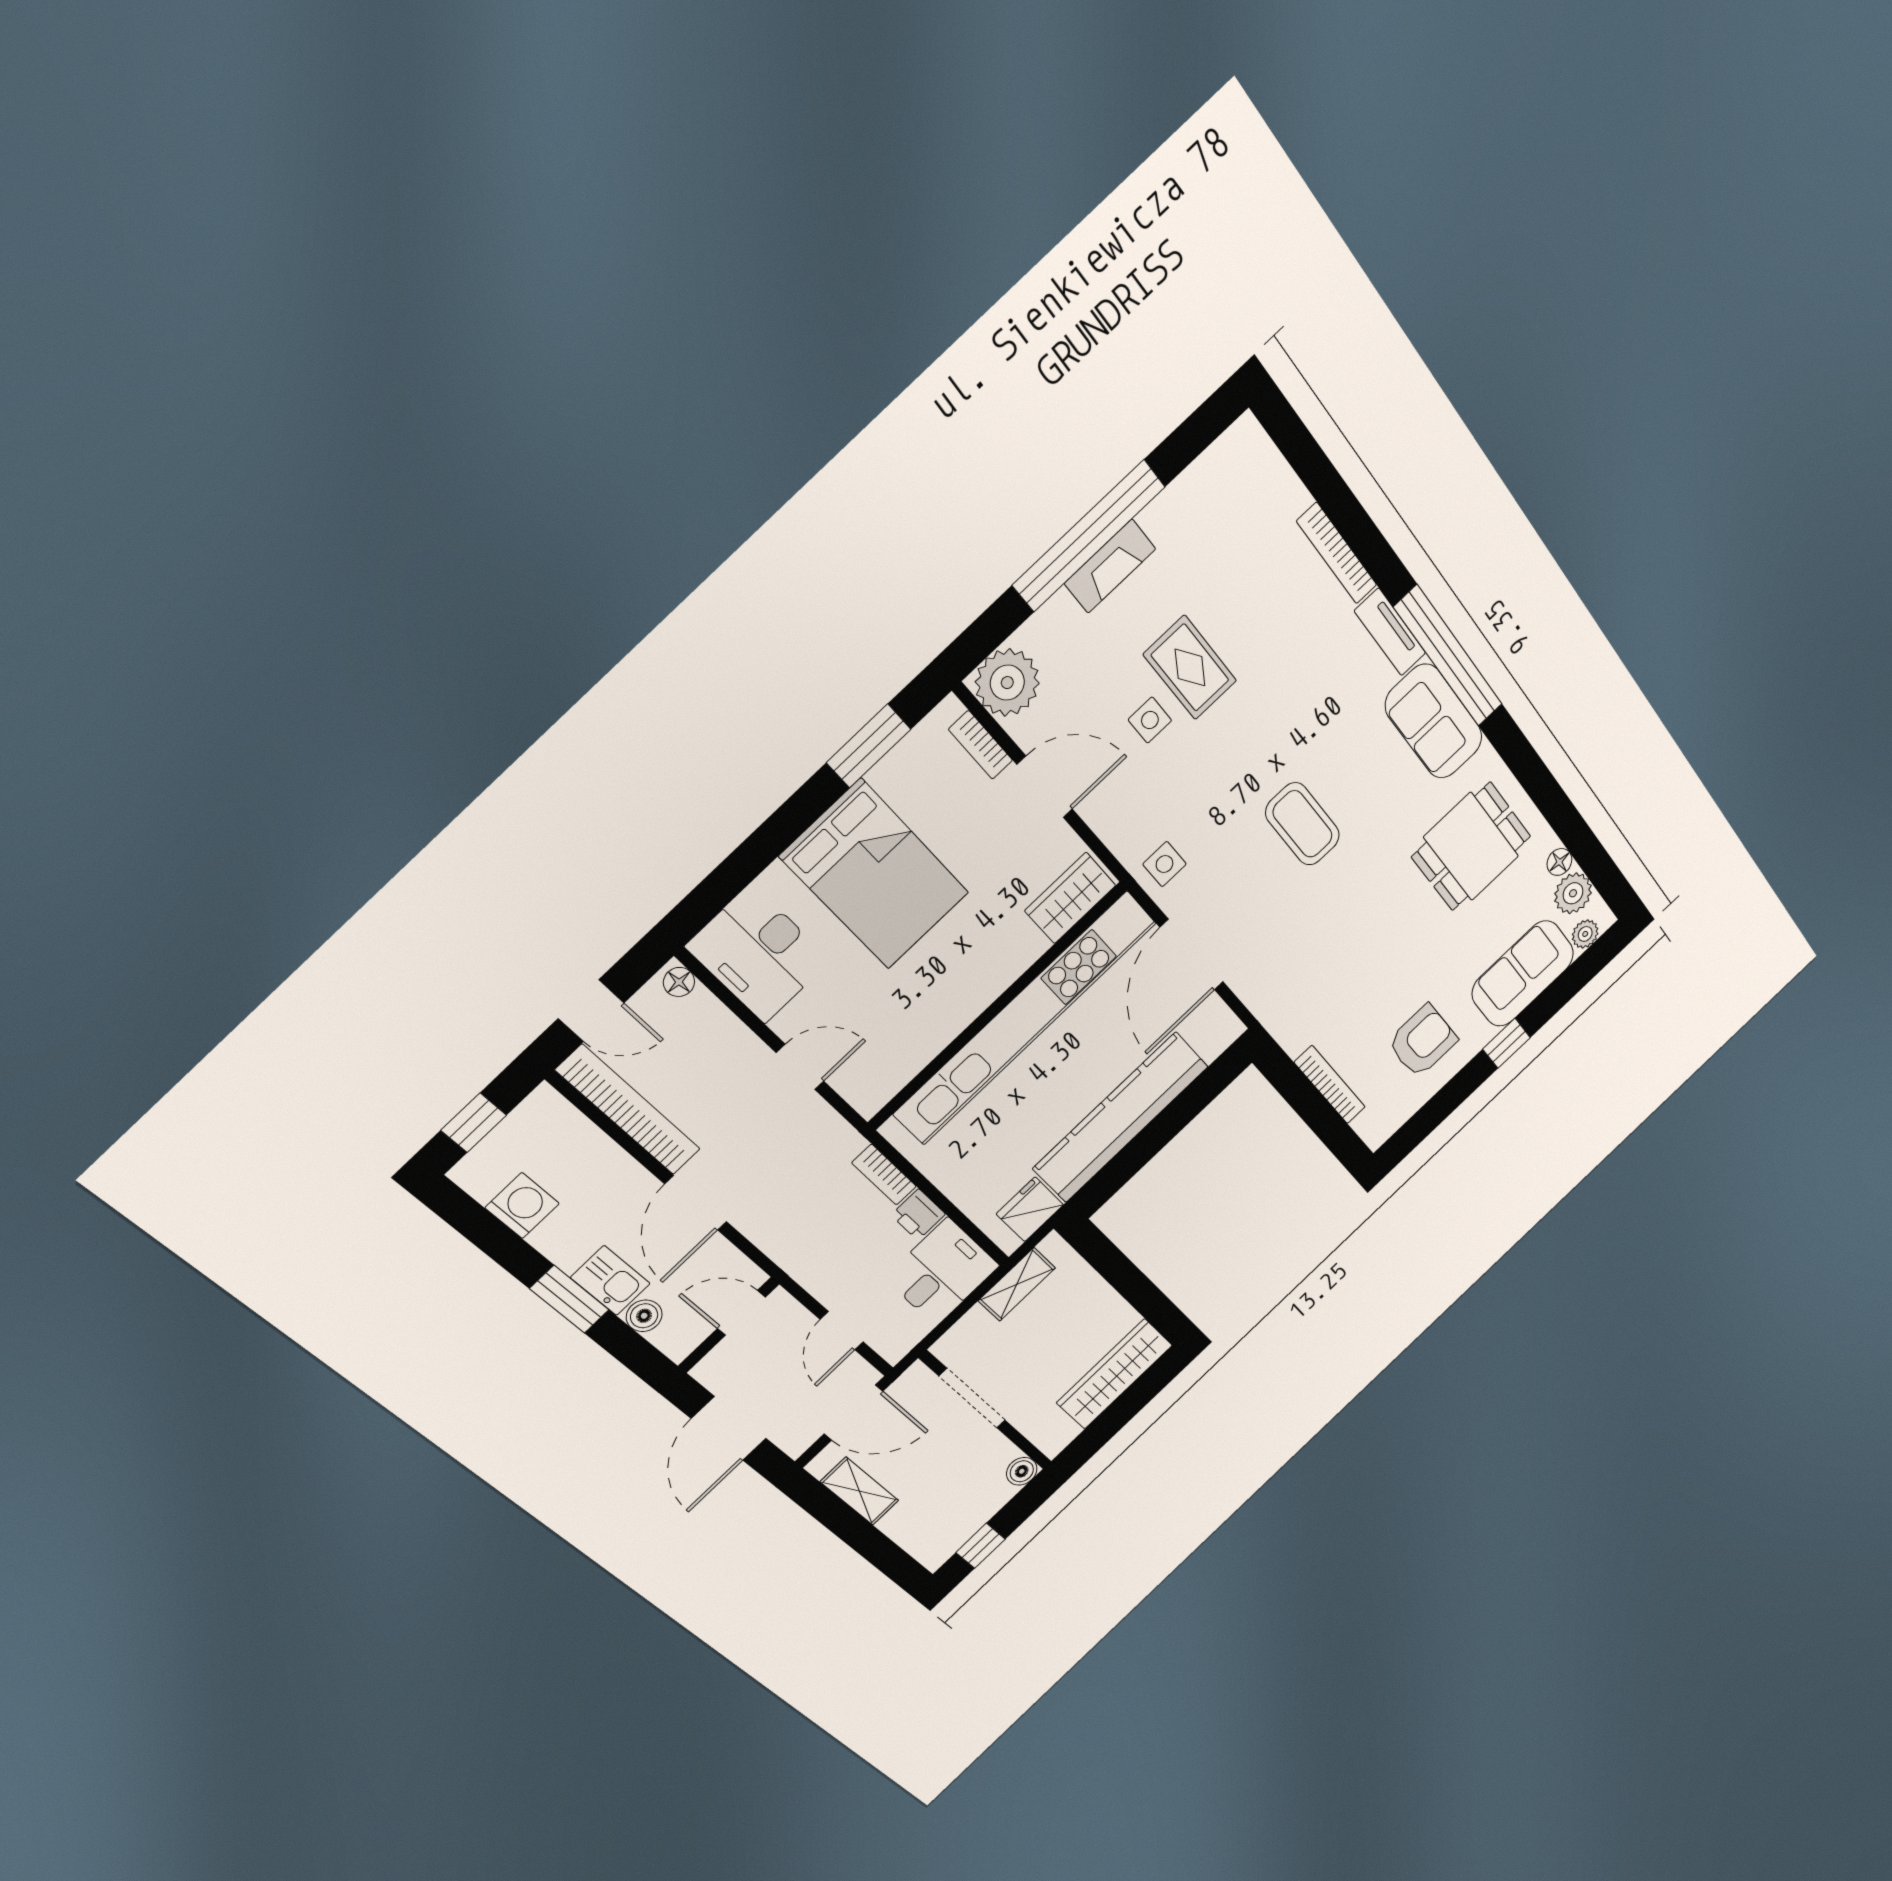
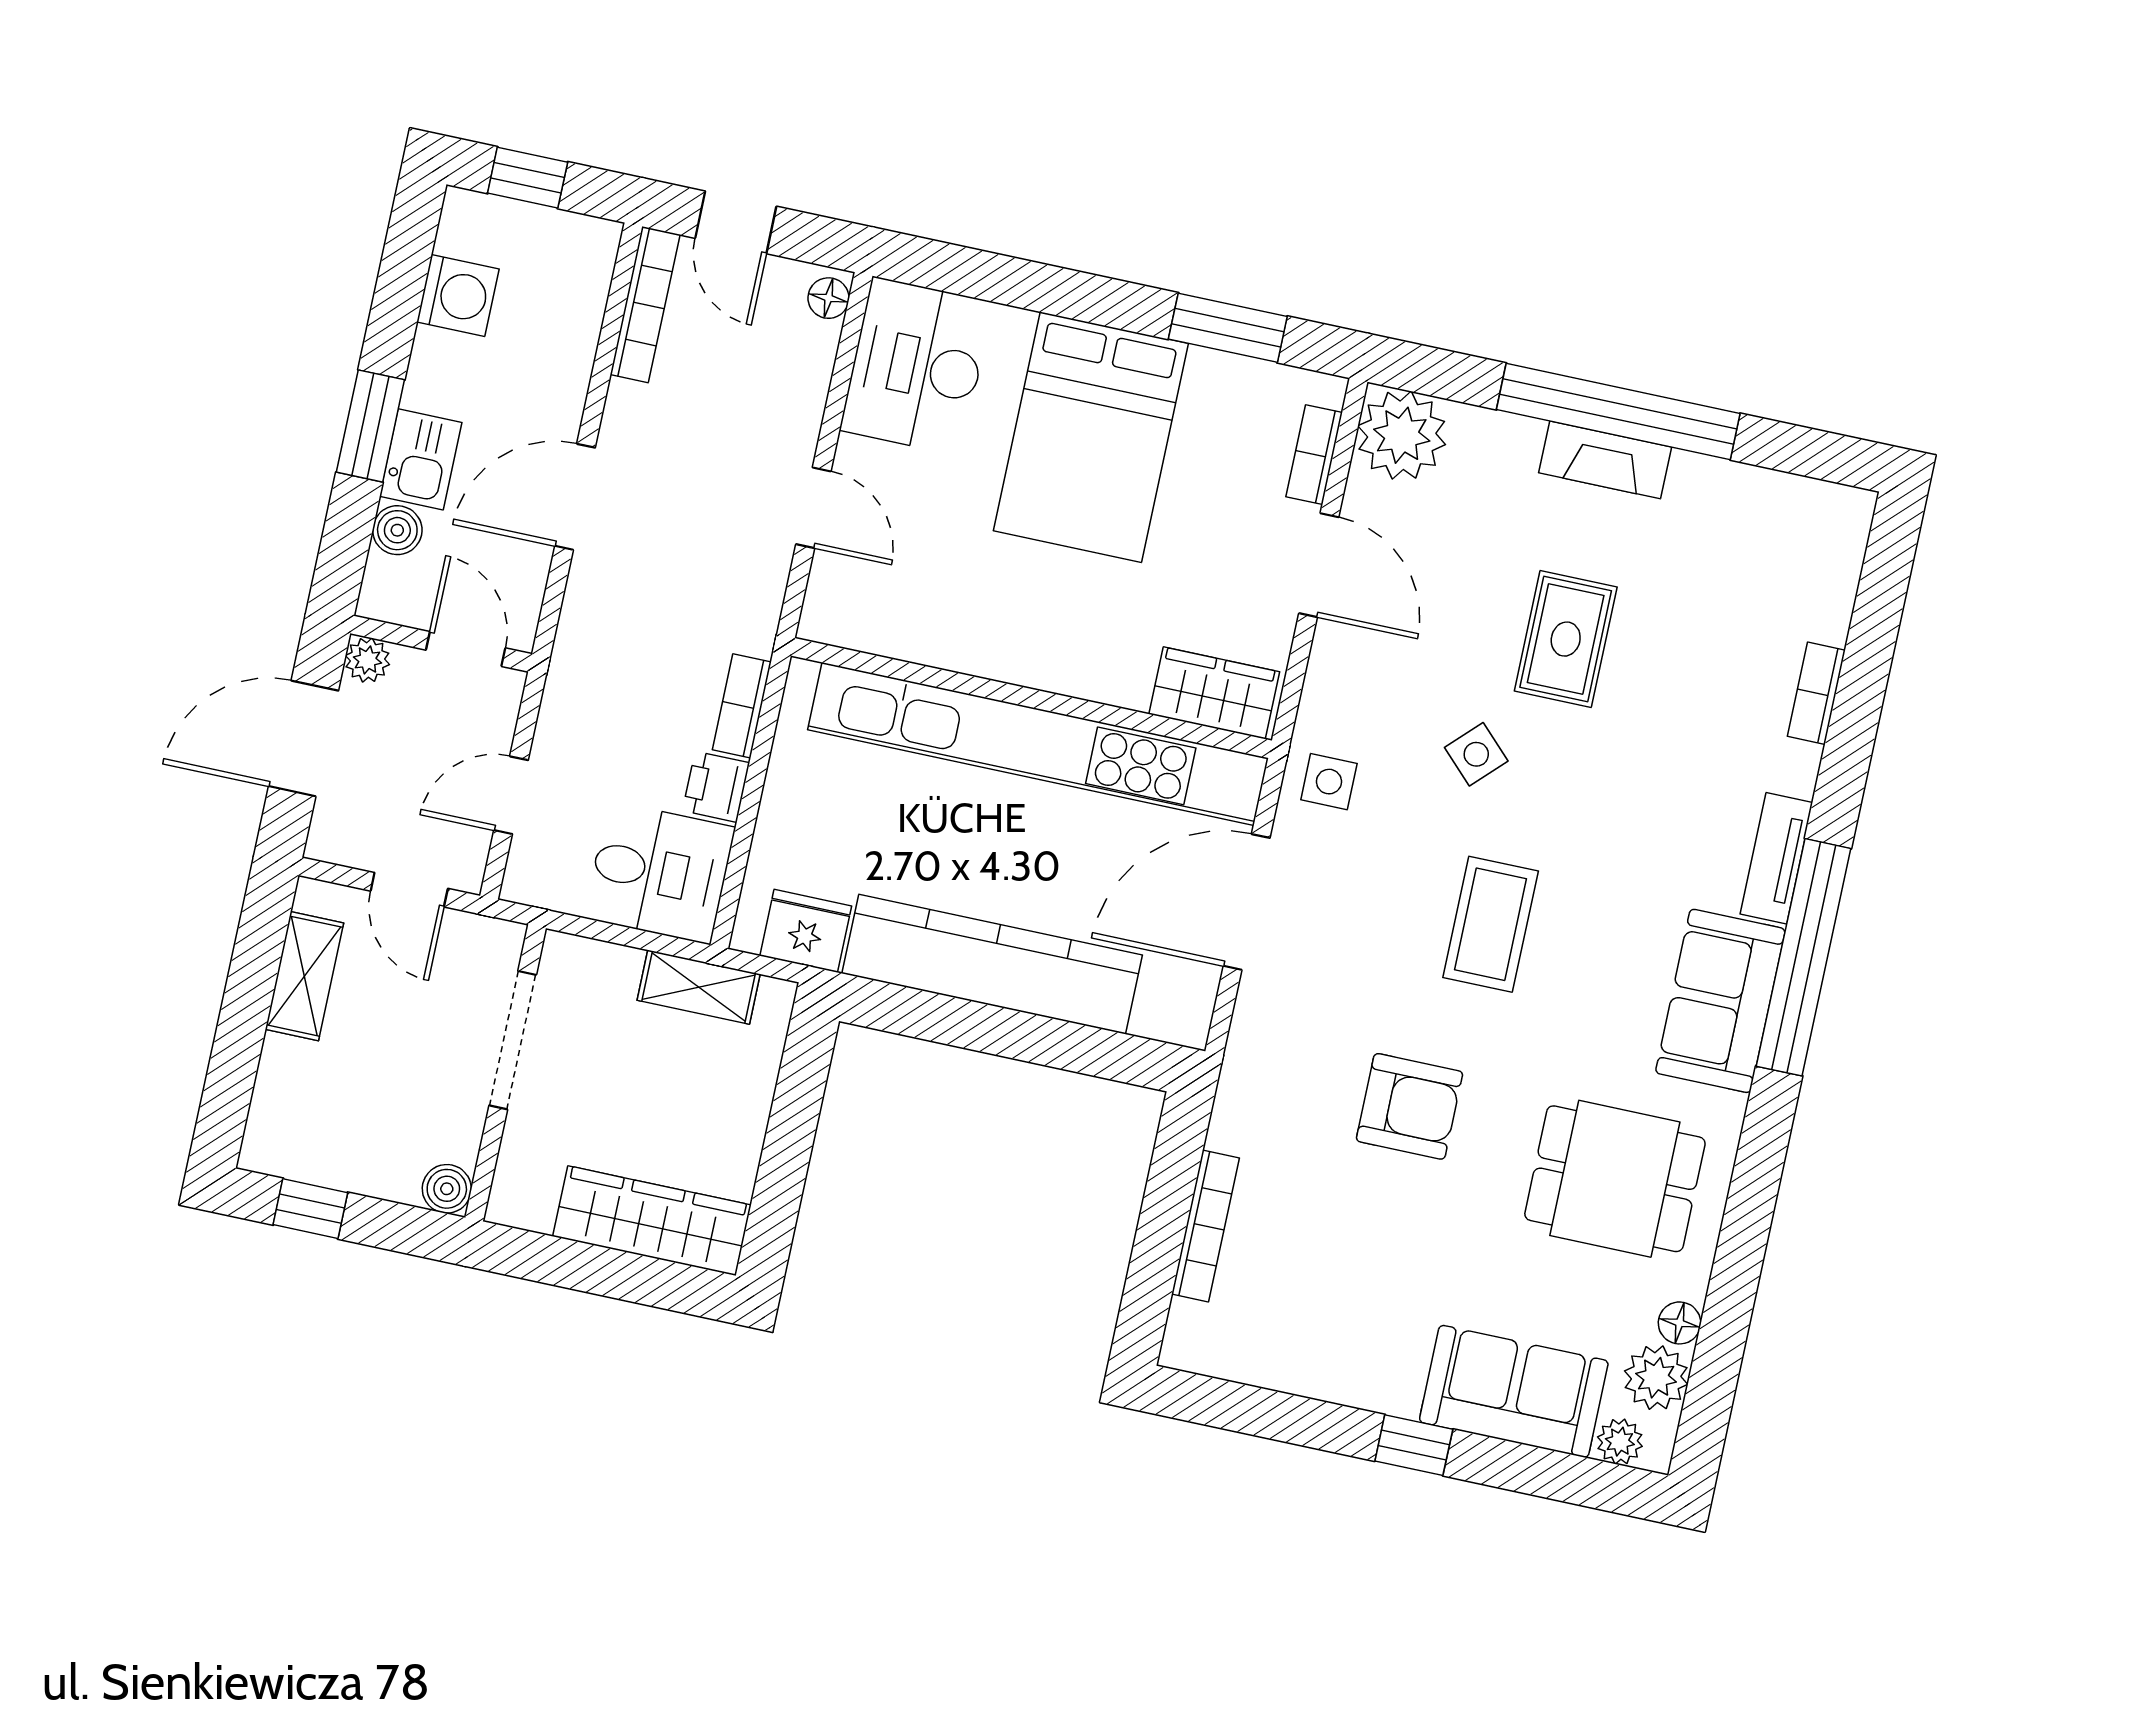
bookcase: (1337, 553) -> (1816, 693), width x0.64
side table: (1150, 720) -> (1476, 754), moved, turned 45
armchair: (1422, 1041) -> (1409, 1106), moved
bookcase: (628, 1110) -> (645, 305), width x0.68, depth x0.76
plant: (709, 1371) -> (367, 660), added
door: (854, 1413) -> (409, 890), width x0.73

